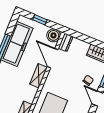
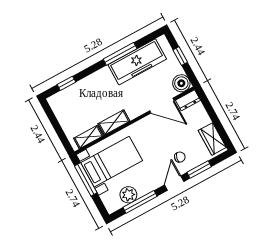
door: (53, 58) -> (162, 106), swing flipped
shelving: (39, 76) -> (114, 122), moved

